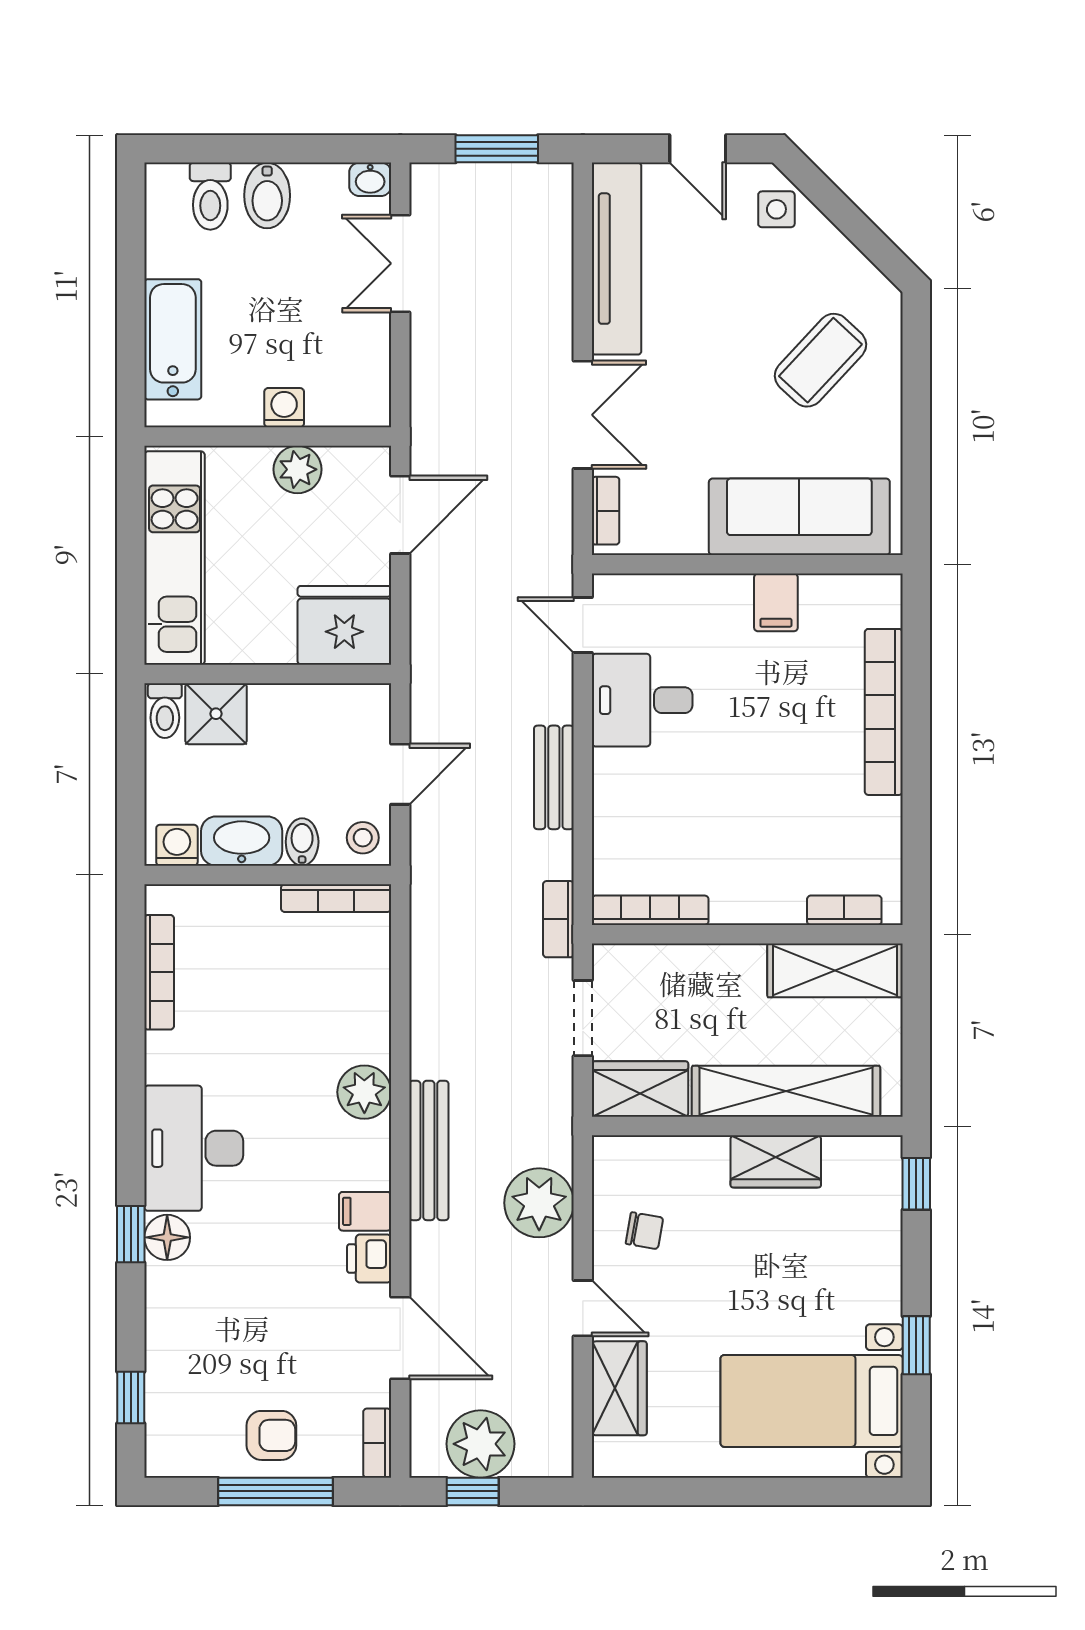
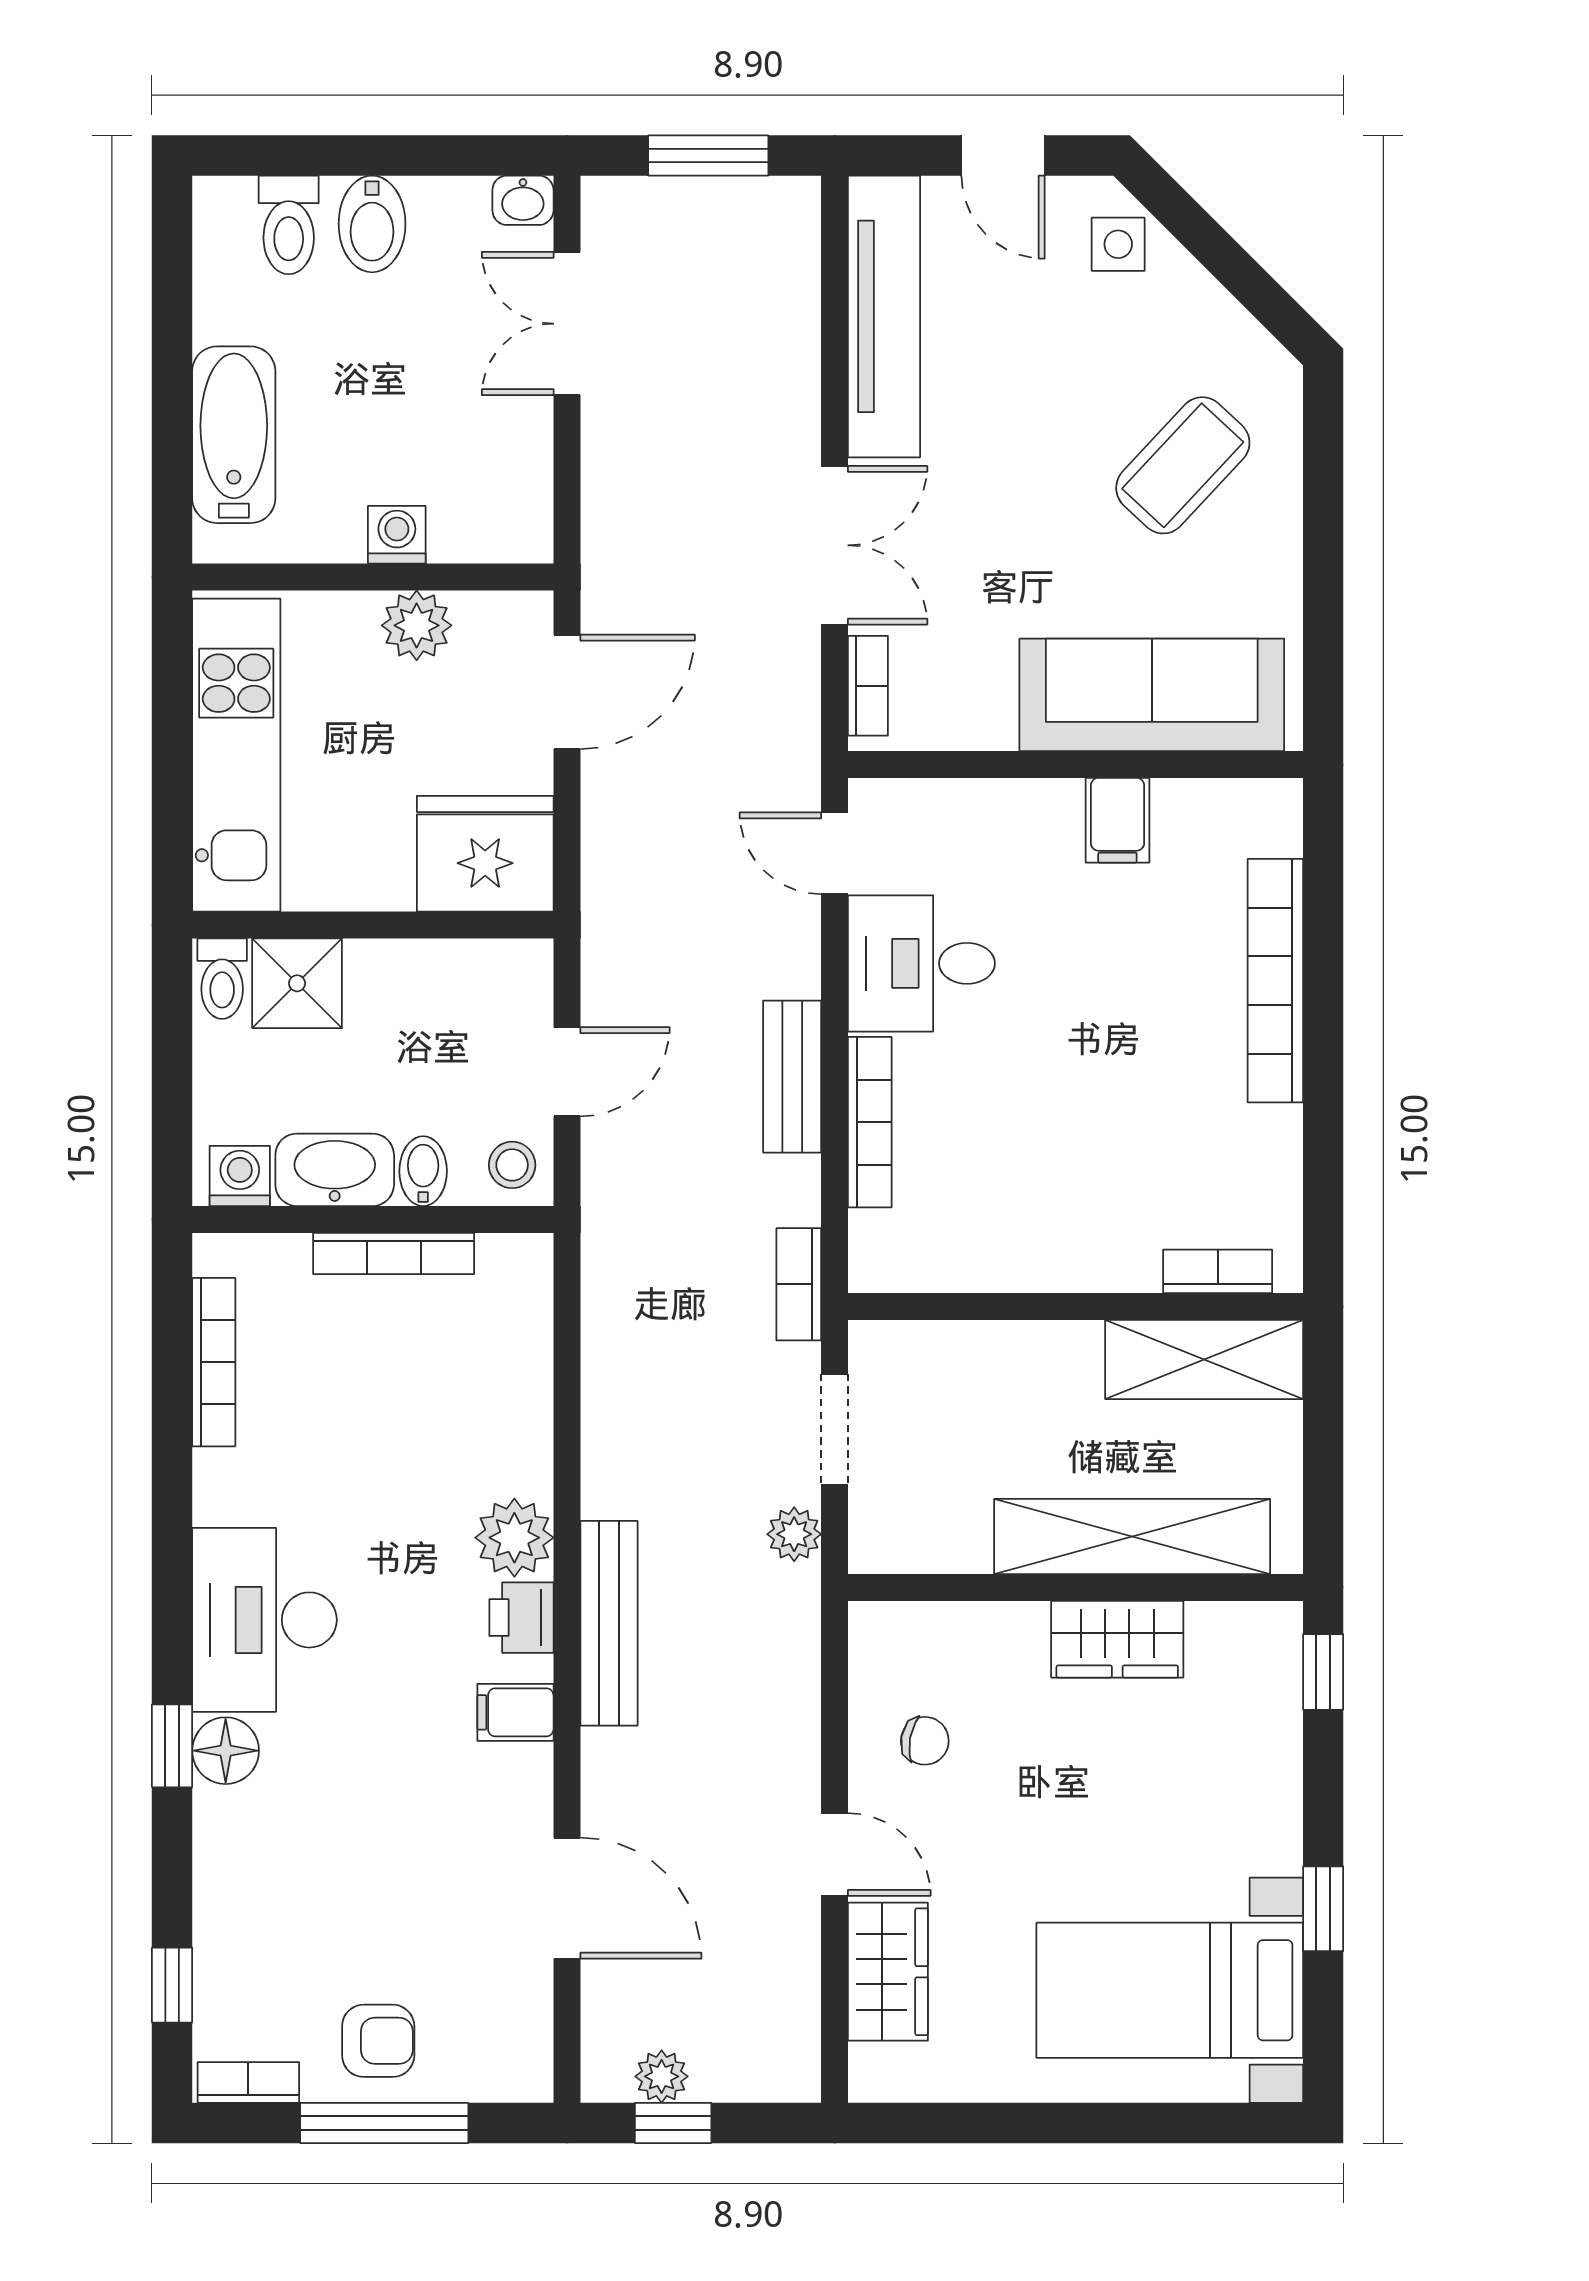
bookcase: (336, 898) -> (394, 1253), moved
bookcase: (650, 910) -> (870, 1122), moved, turned 90
wardrobe: (640, 1089) -> (918, 1533), removed
plant: (539, 1203) -> (794, 1534), moved, width x0.53, depth x0.53
printer: (369, 1259) -> (521, 1618), moved
bookcase: (377, 1443) -> (248, 2083), moved, turned 90
plant: (481, 1444) -> (662, 2076), width x0.53, depth x0.53

